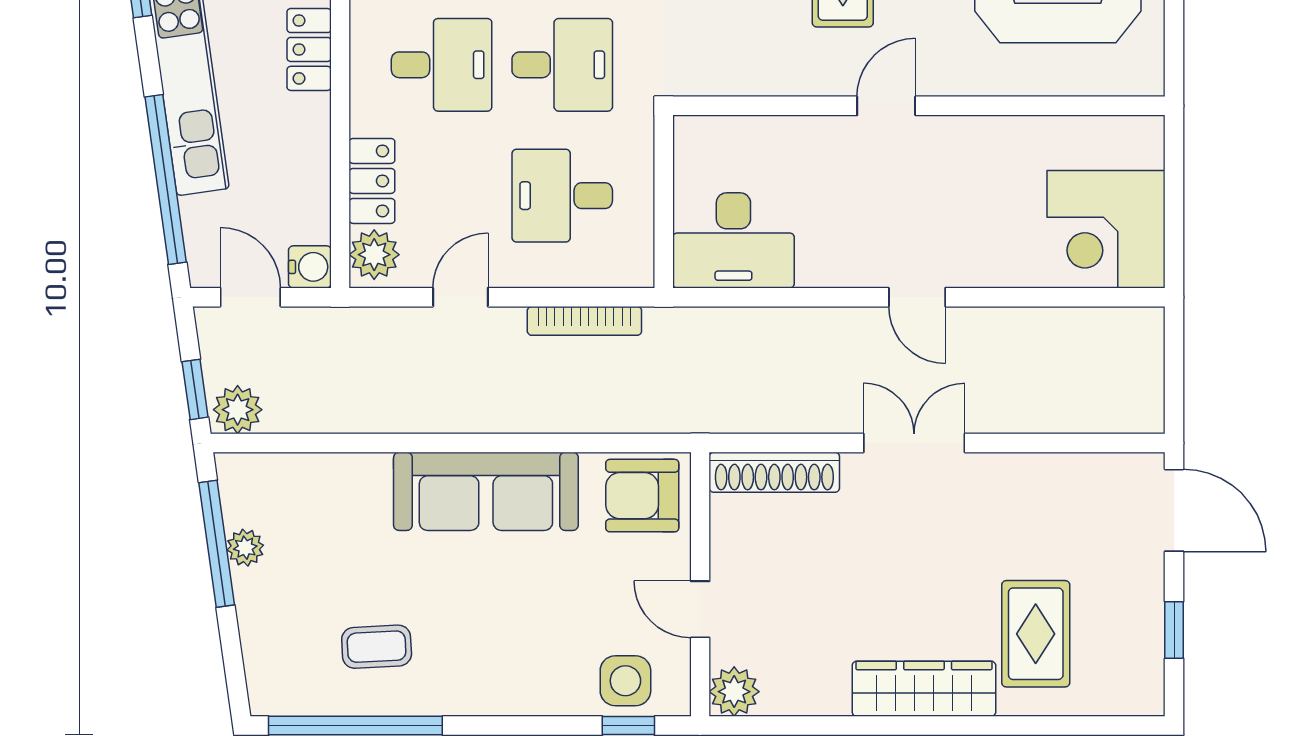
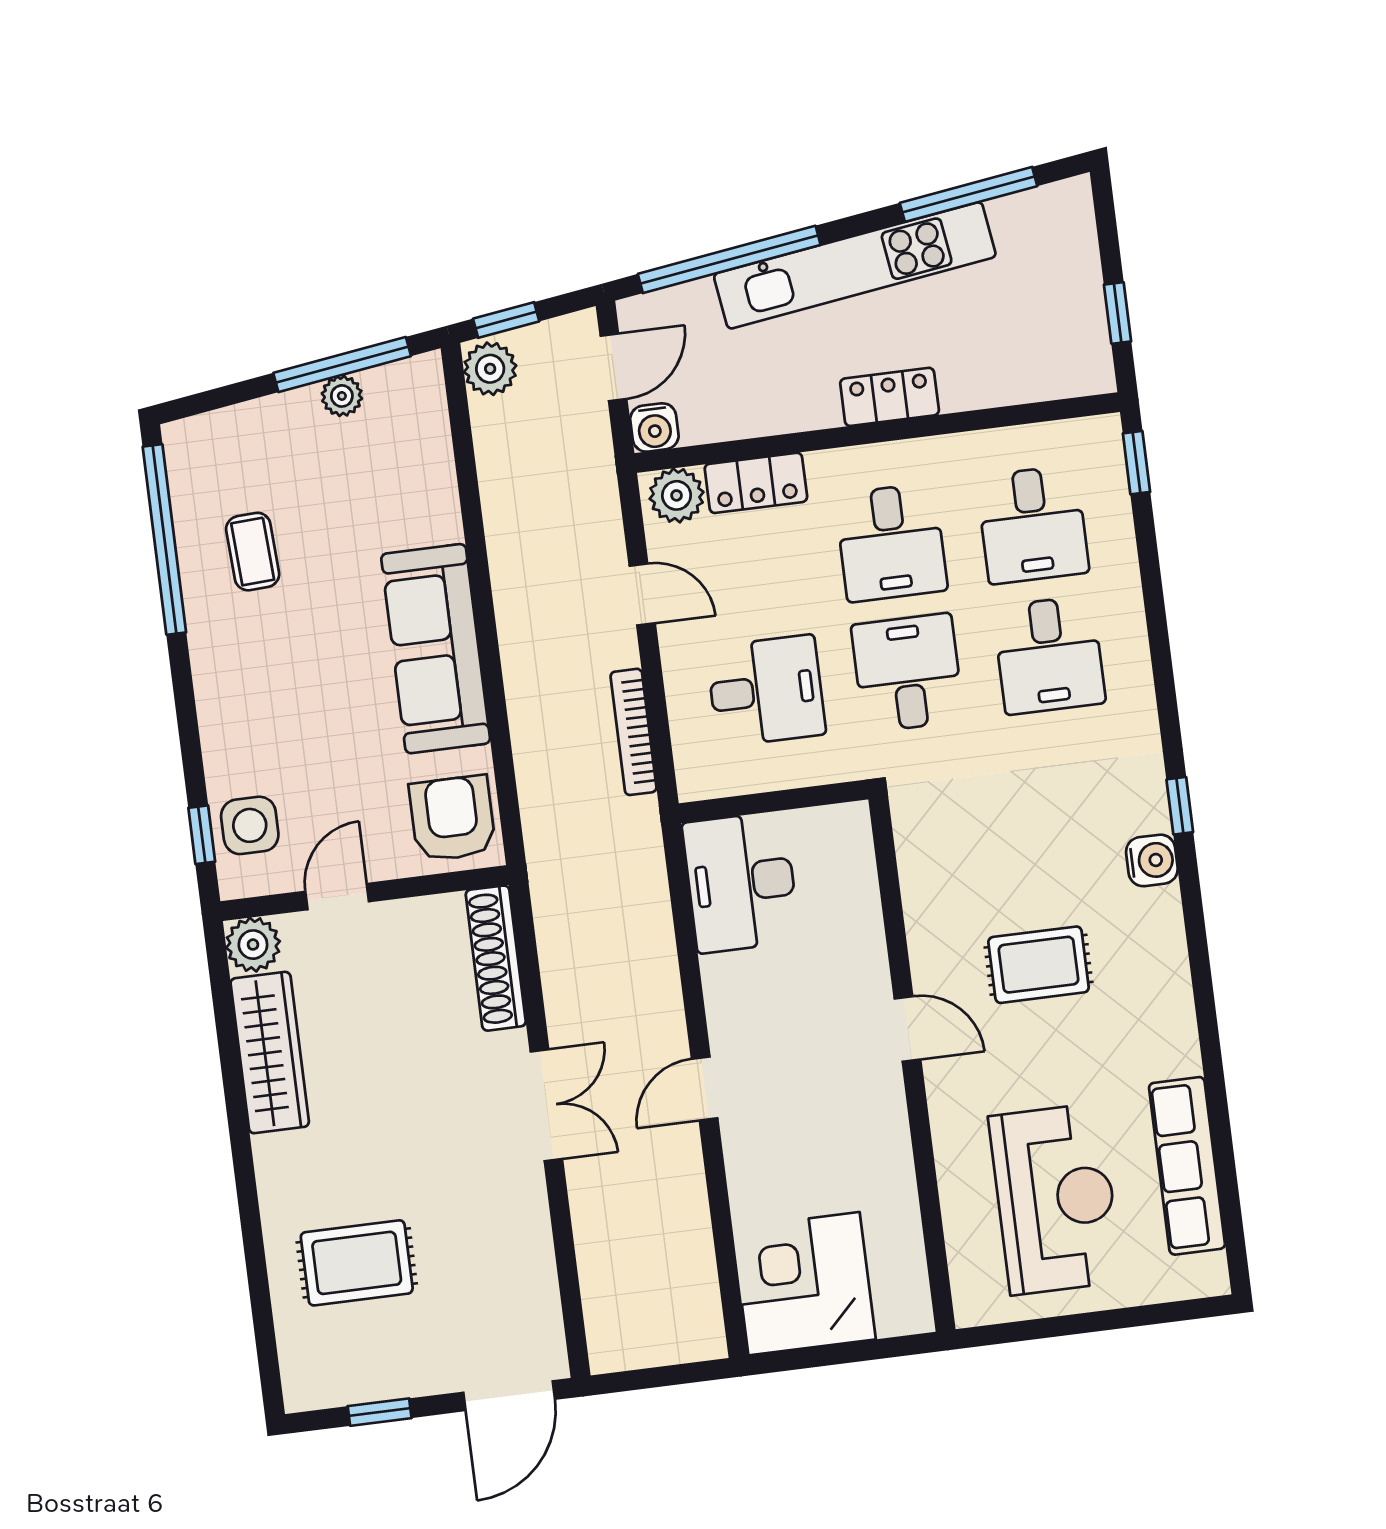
desk: (562, 65) -> (908, 673), turned 180
desk: (562, 196) -> (766, 691), turned 90
wardrobe: (924, 689) -> (270, 1053), moved

